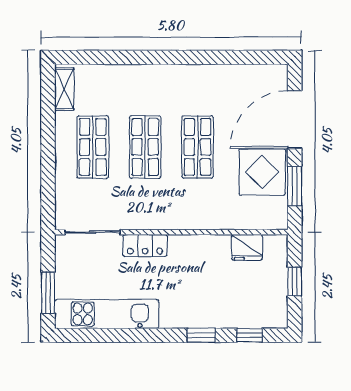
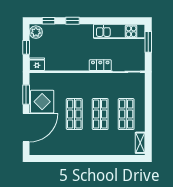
fridge: (247, 247) -> (37, 64), moved
plant: (275, 312) -> (36, 32), added

